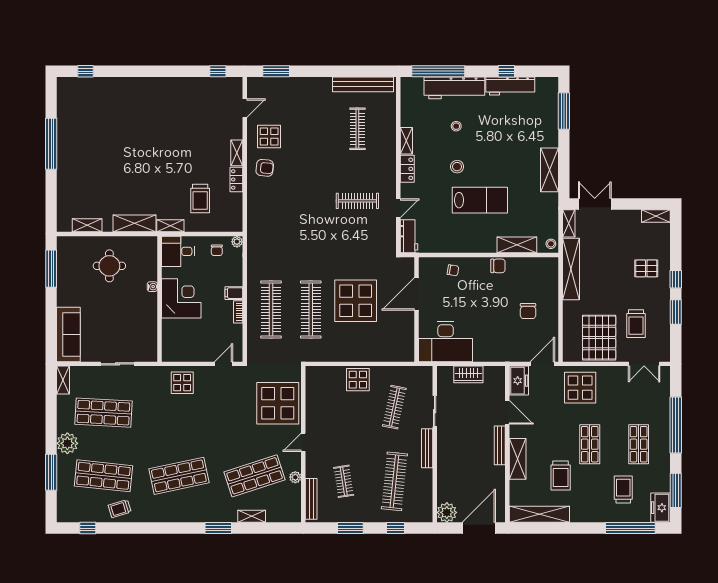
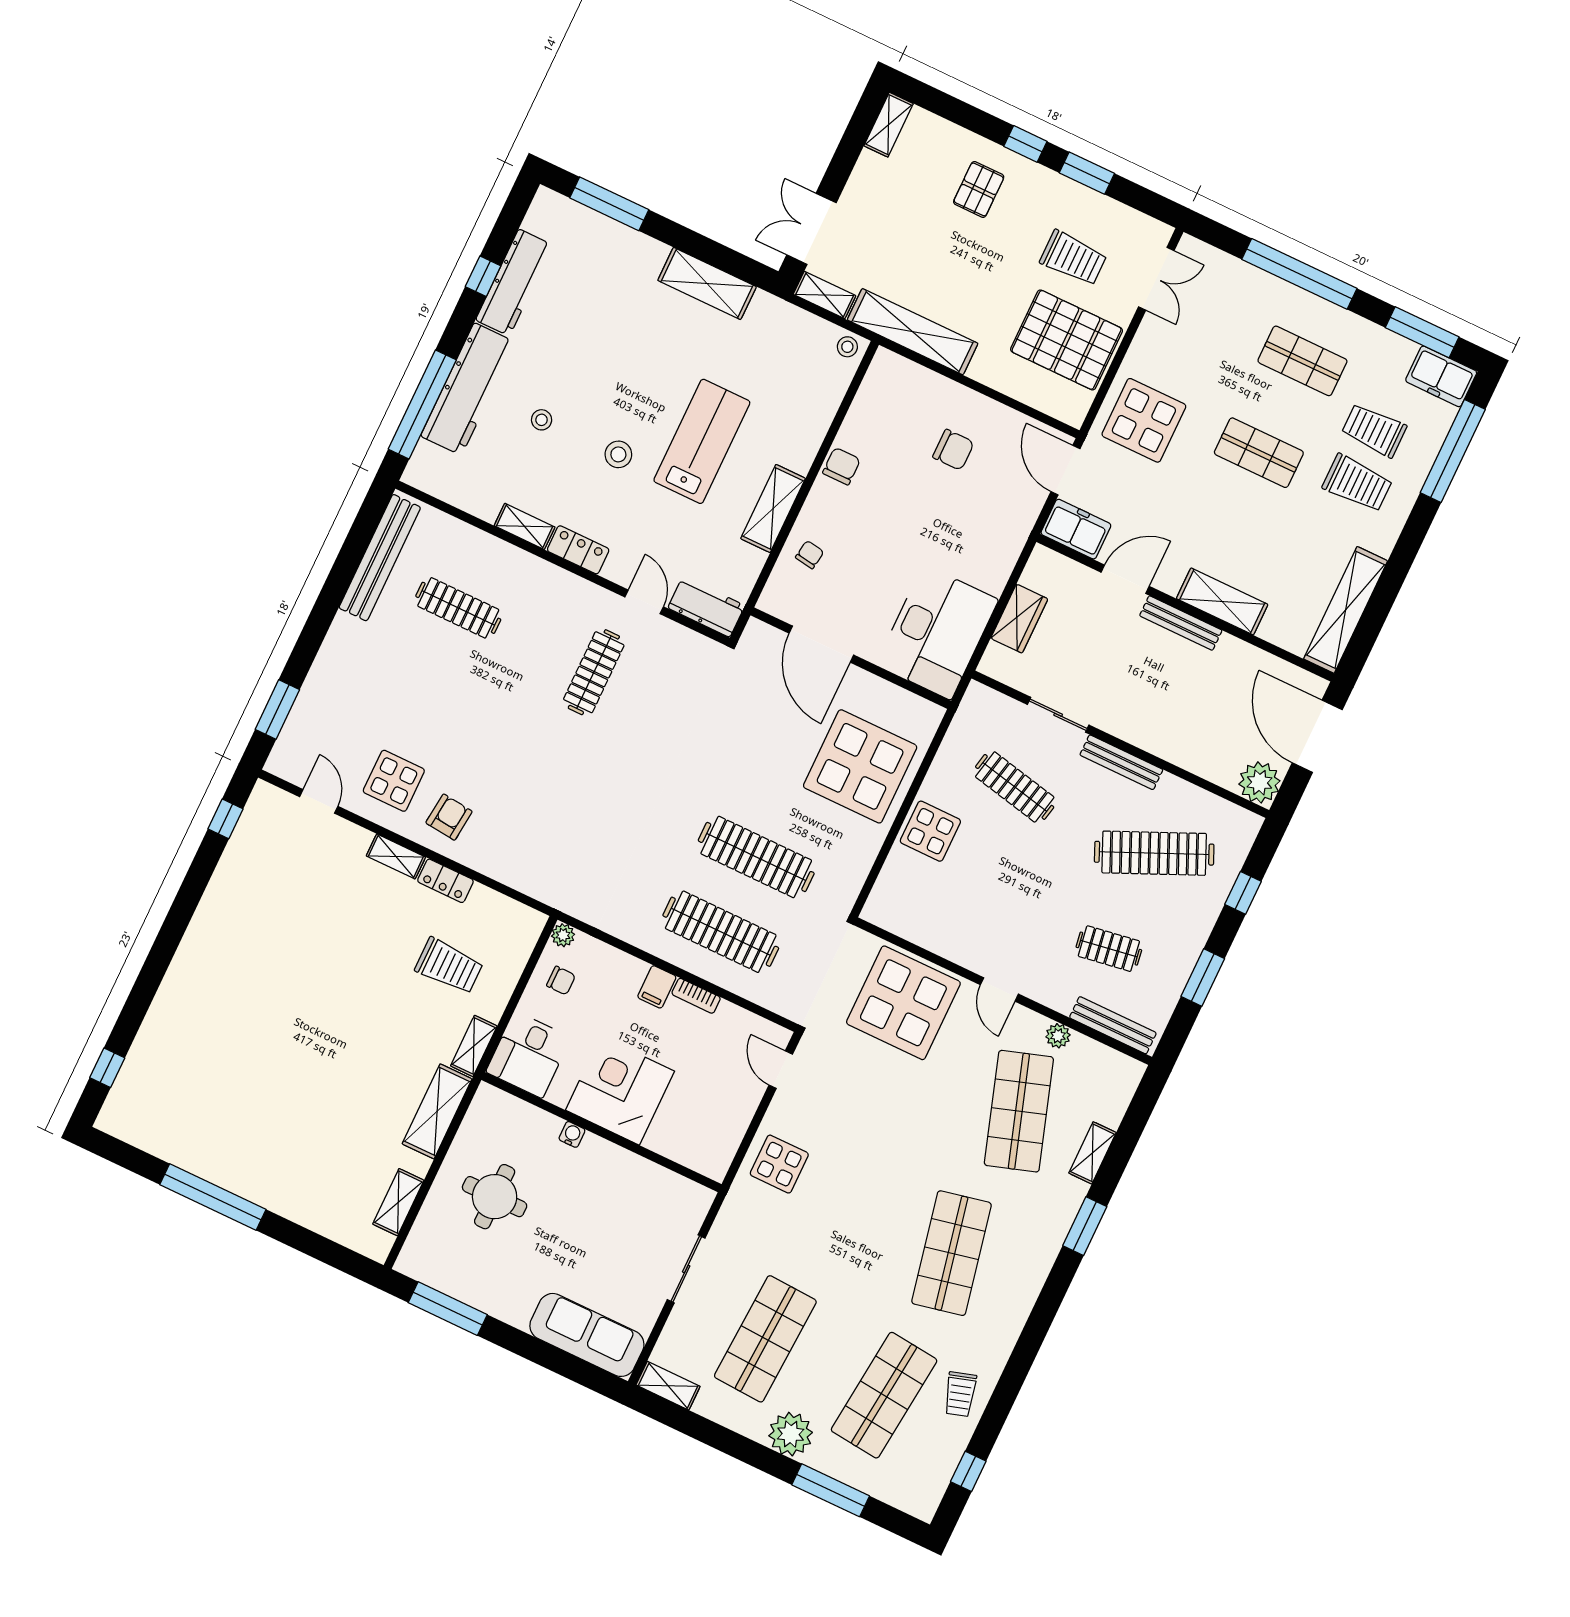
shelving: (517, 245) -> (773, 508), moved
display table: (356, 301) -> (860, 766), moved
trolley: (561, 475) -> (1357, 483), moved
clothes rail: (394, 481) -> (1154, 853), turned -30

